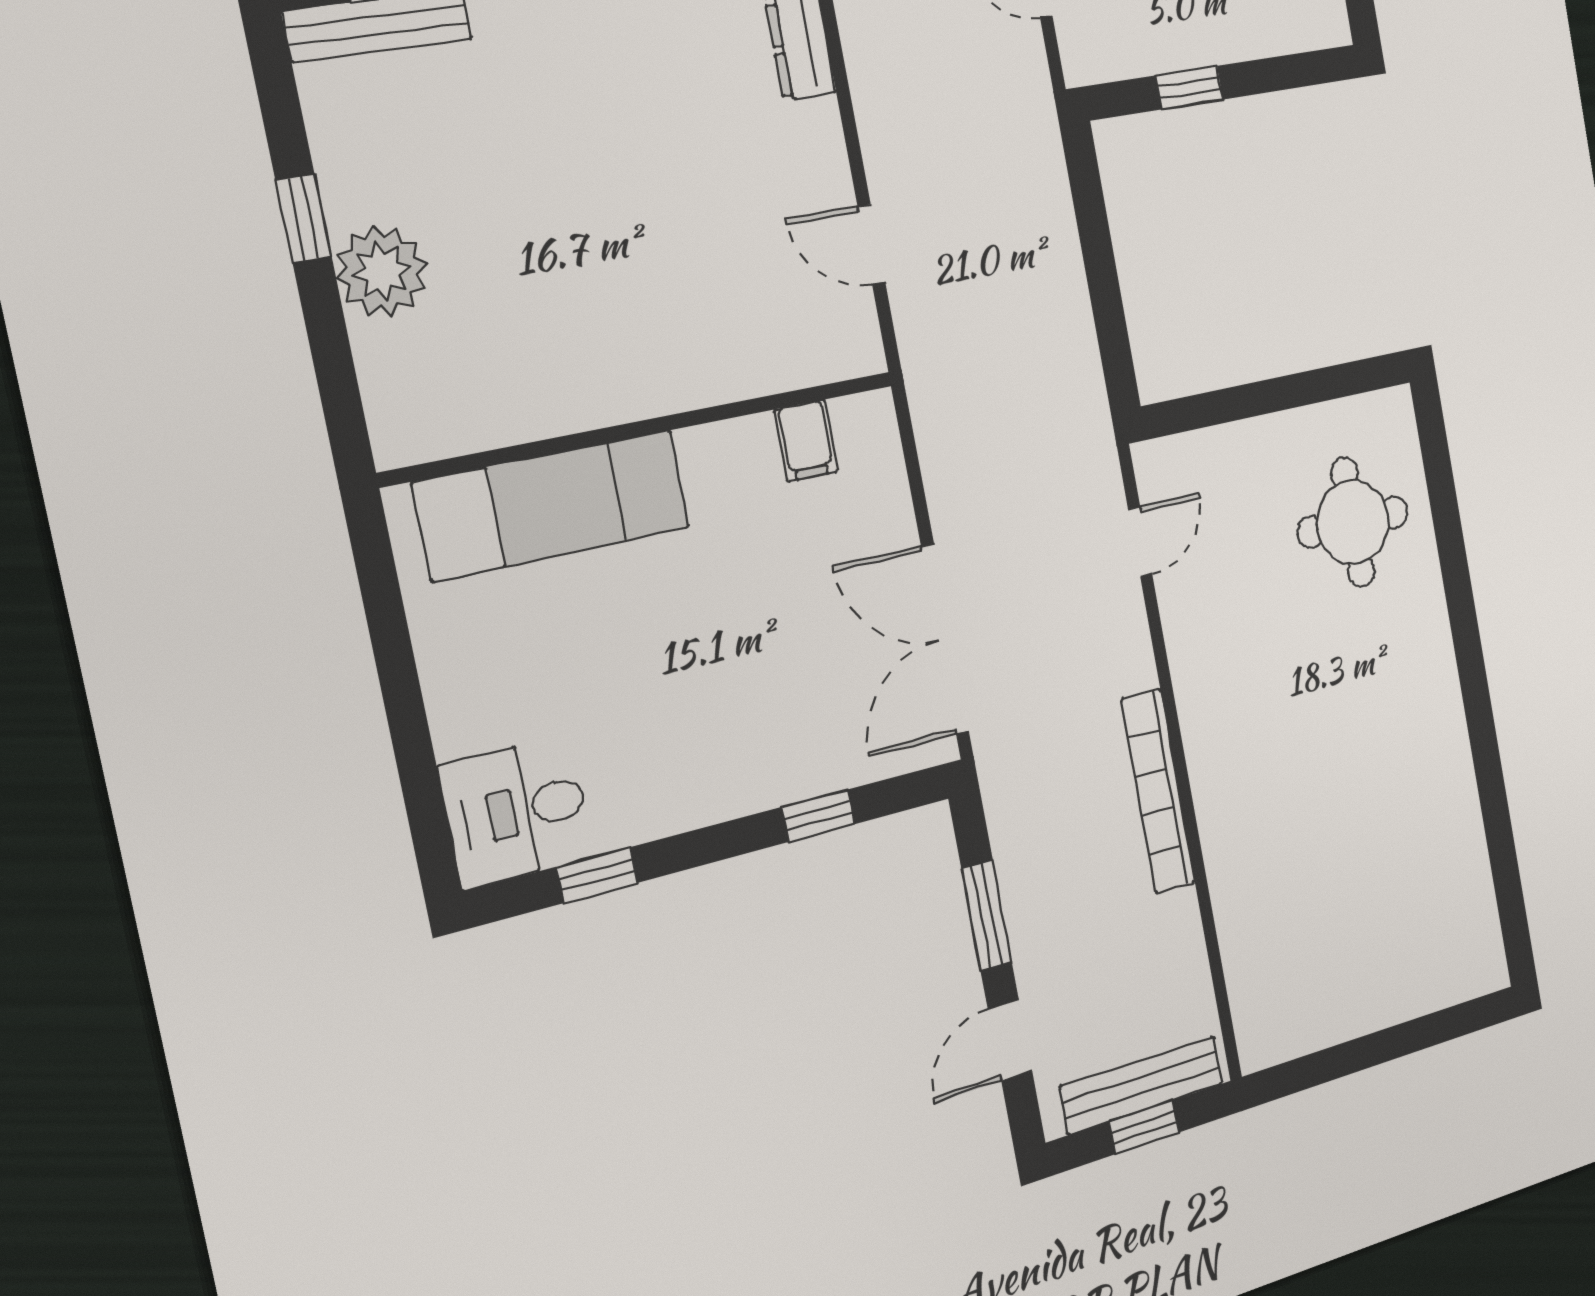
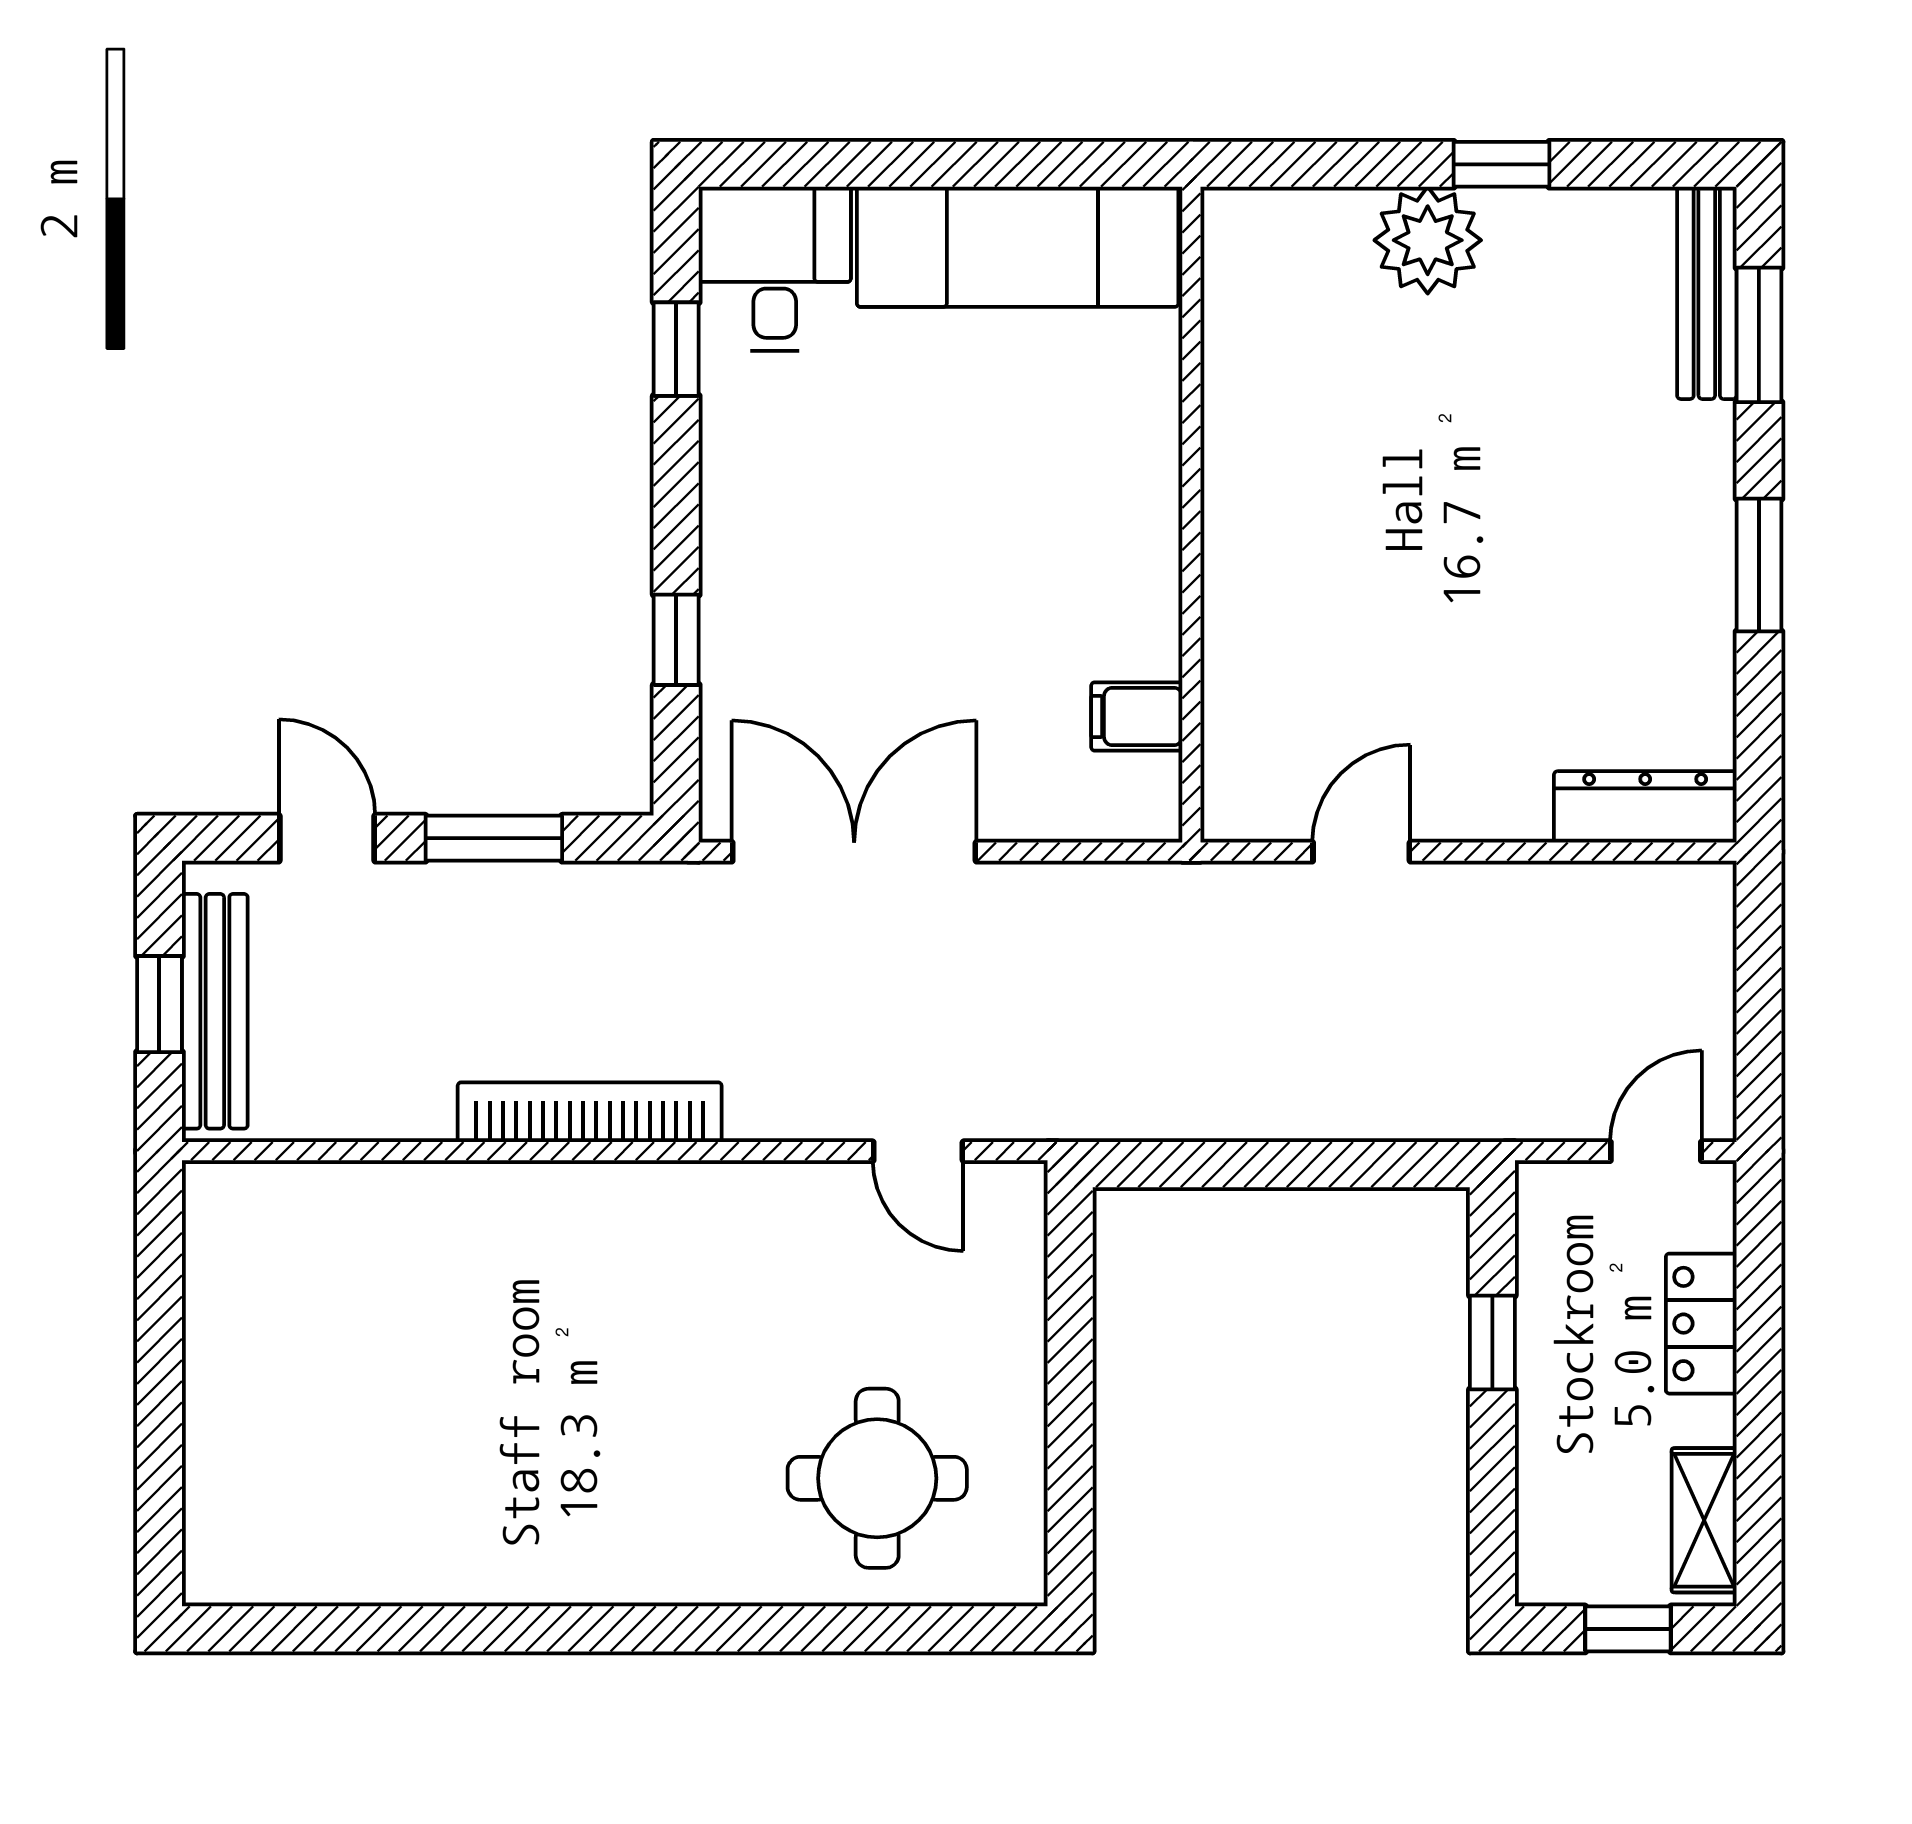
exam couch: (553, 505) -> (1018, 247), moved, turned -90

